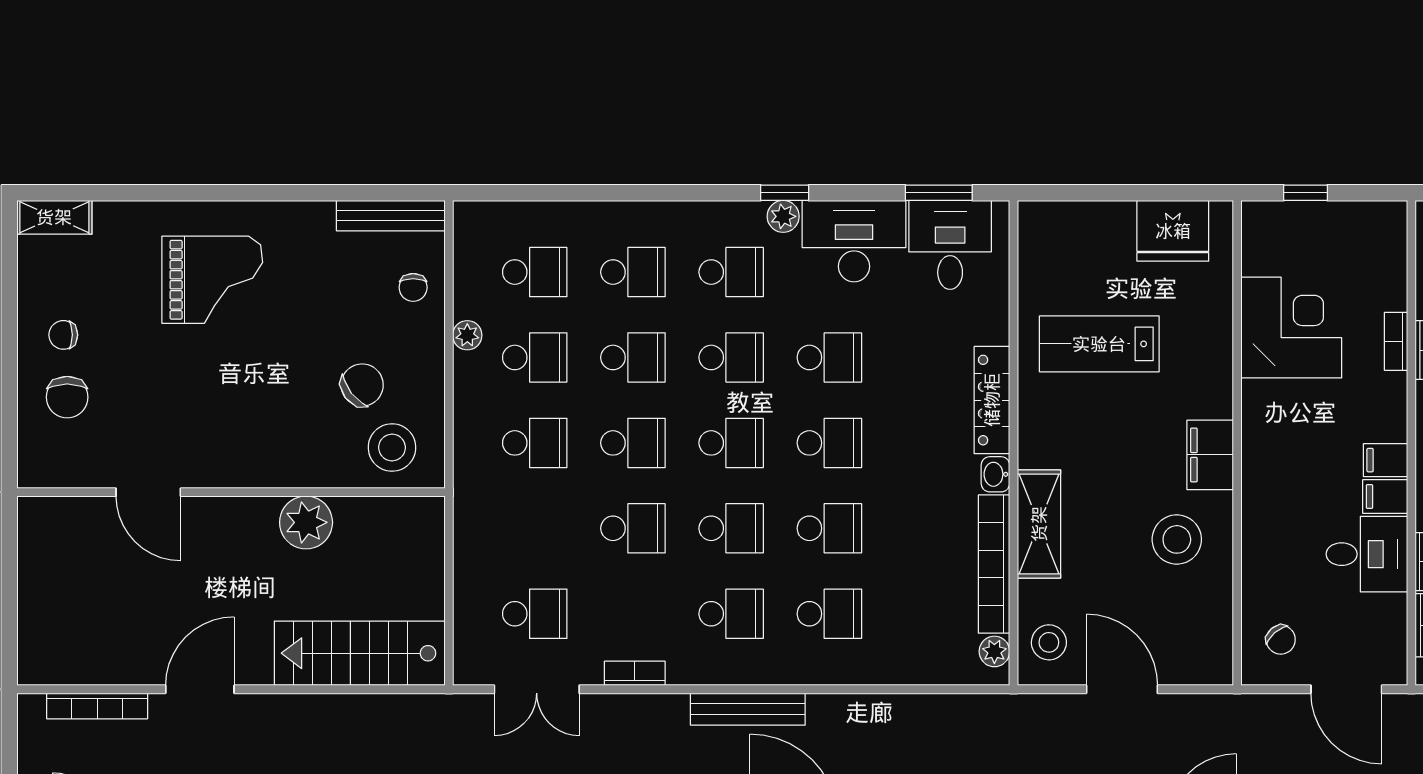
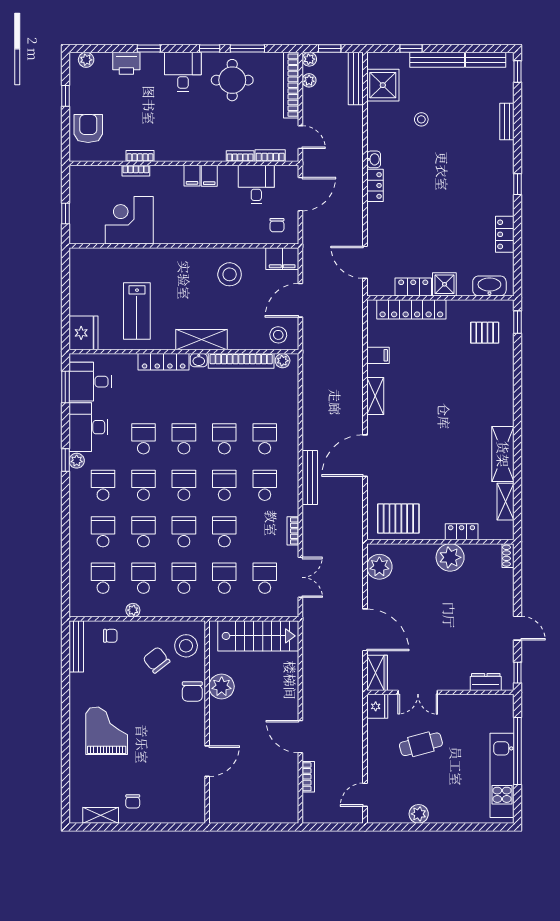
shelving: (54, 217) -> (101, 815), moved, turned 90
fridge: (1173, 231) -> (83, 333), moved
chair: (67, 397) -> (192, 691), moved, turned 90
filing cabinet: (1210, 455) -> (282, 259), moved
shelving: (1039, 524) -> (201, 340), moved
school desk: (535, 528) -> (224, 578), added
desk: (1367, 554) -> (256, 184), moved
chair: (1281, 640) -> (277, 225), turned 131
stairs: (360, 653) -> (258, 636), moved, turned -90
bookcase: (97, 706) -> (308, 777), width x0.64

